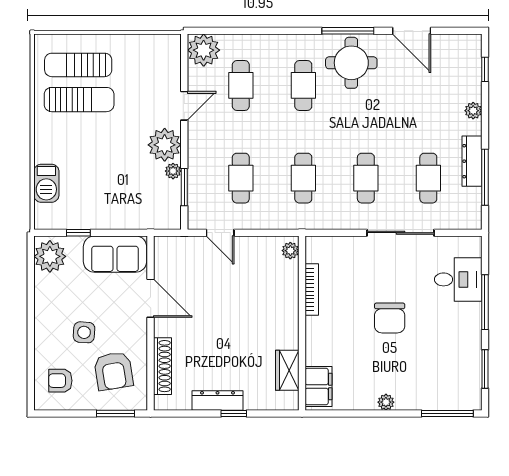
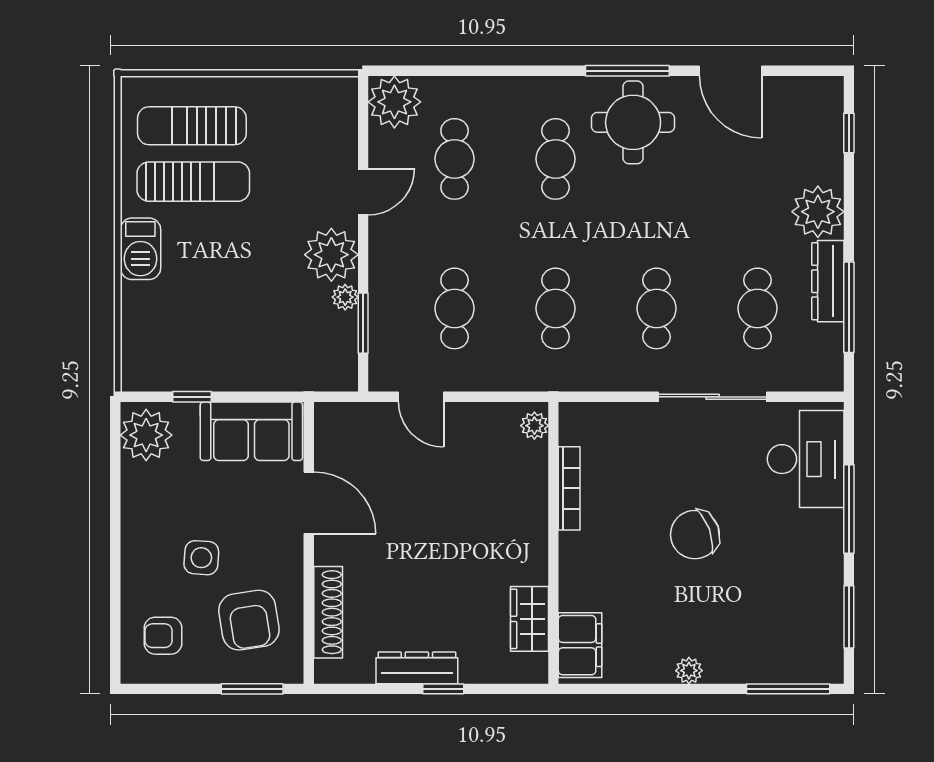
plant: (473, 111) -> (818, 212), width x1.88, depth x1.88
barbecue: (46, 183) -> (140, 249), moved
desk: (458, 279) -> (806, 459), width x1.37
chair: (390, 318) -> (695, 535), turned 70

